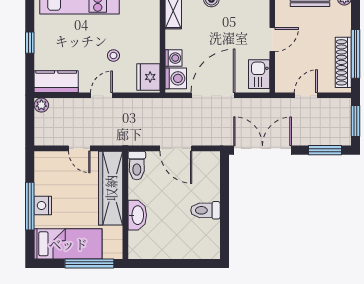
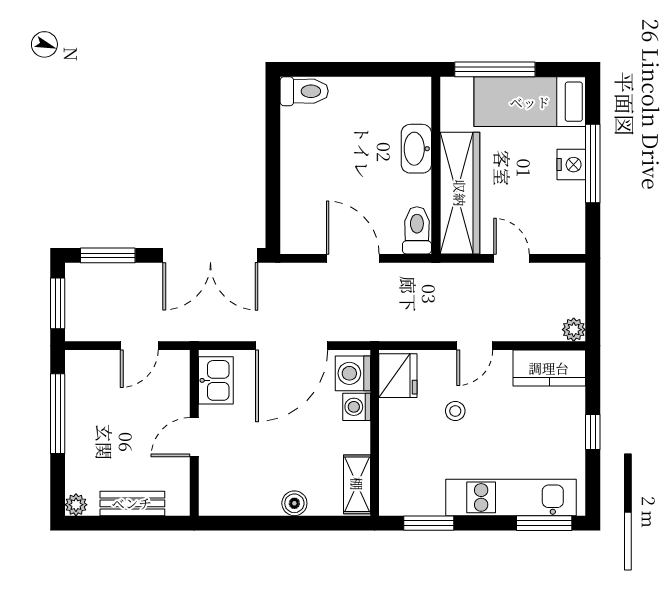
shoe rack: (343, 62) -> (78, 400), removed
toilet: (205, 210) -> (304, 91), moved

